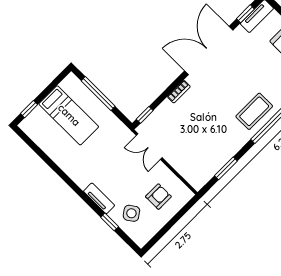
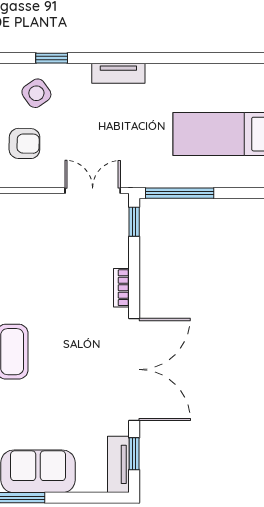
window: (98, 94) -> (180, 193), moved
armchair: (158, 197) -> (24, 143), turned -89
tv unit: (99, 198) -> (118, 73), moved

